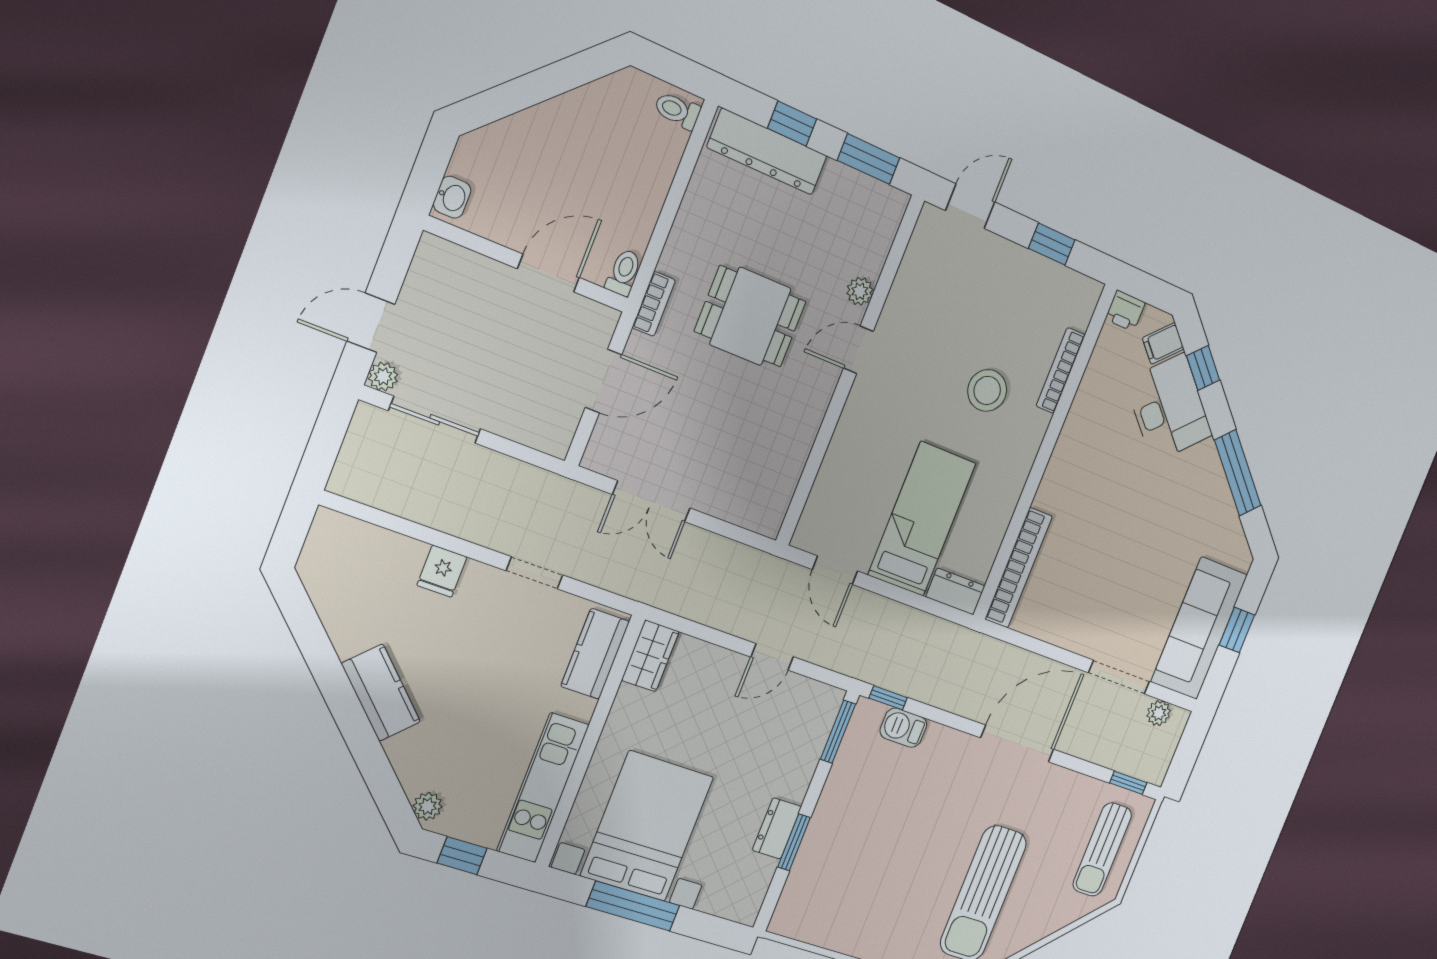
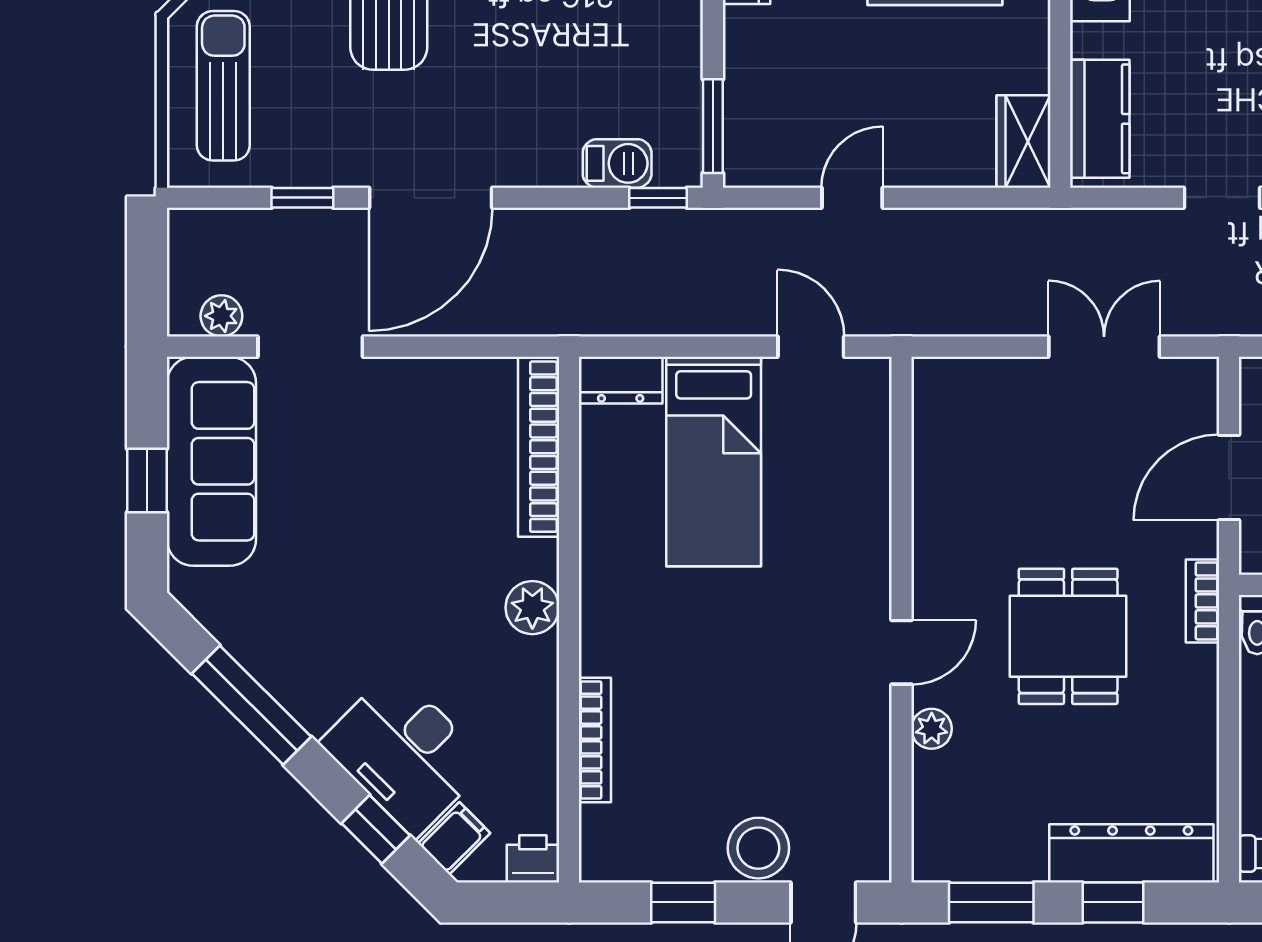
dining table: (750, 316) -> (1068, 636), turned 90
stool: (987, 390) -> (758, 848), moved
plant: (1062, 469) -> (532, 608), added
window: (1128, 783) -> (302, 198), moved

